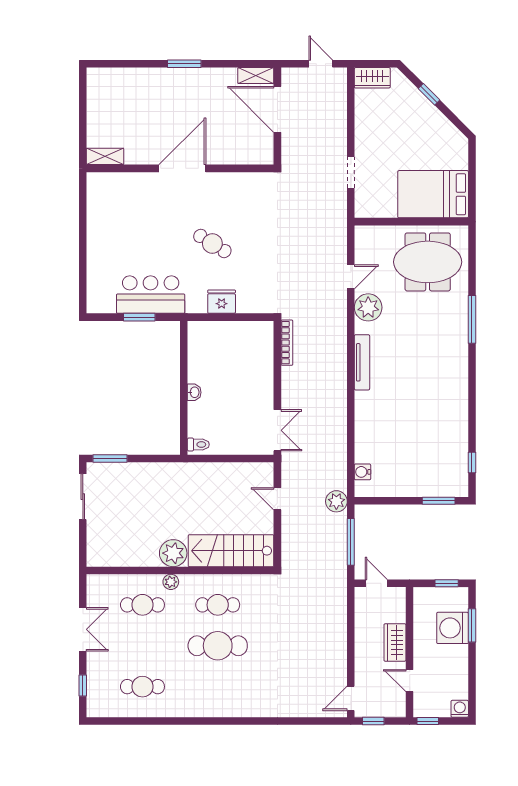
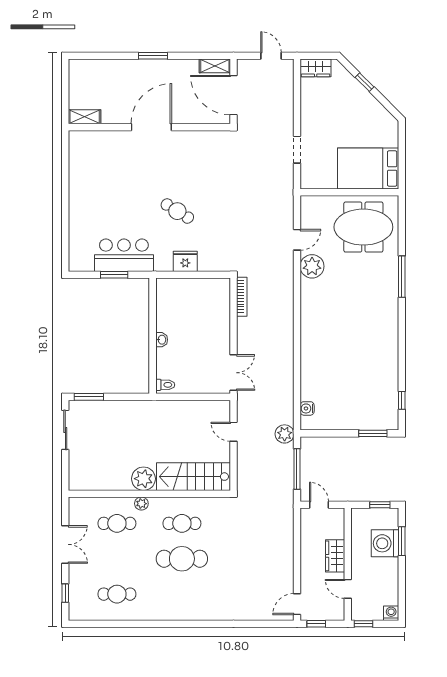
shelving: (105, 156) -> (85, 117), moved
wall: (180, 168) -> (149, 127), moved
door: (182, 168) -> (151, 127), moved
tv unit: (362, 362) -> (307, 314), removed

